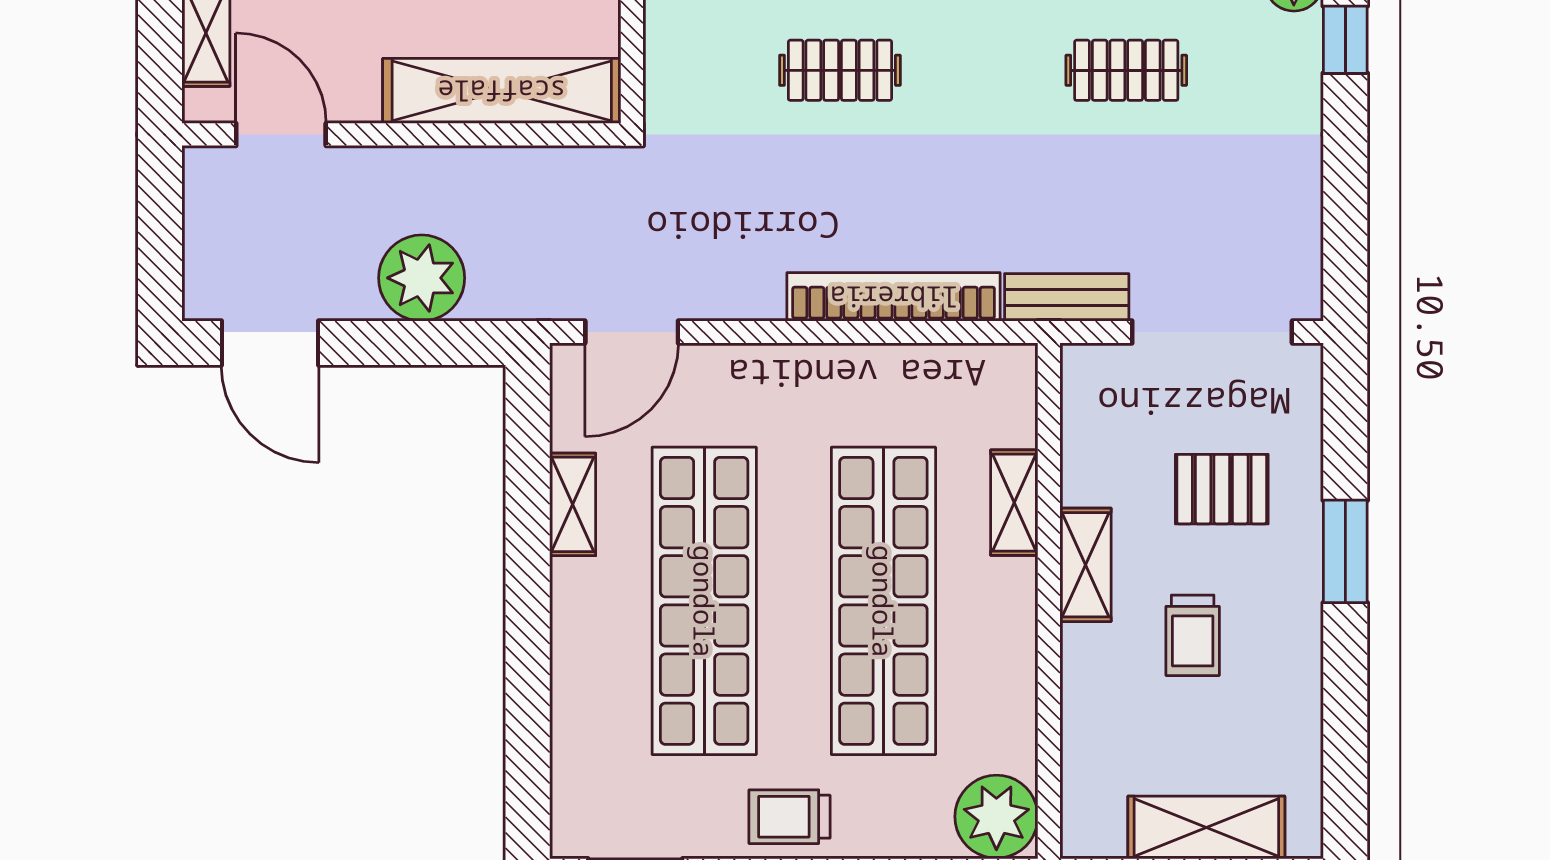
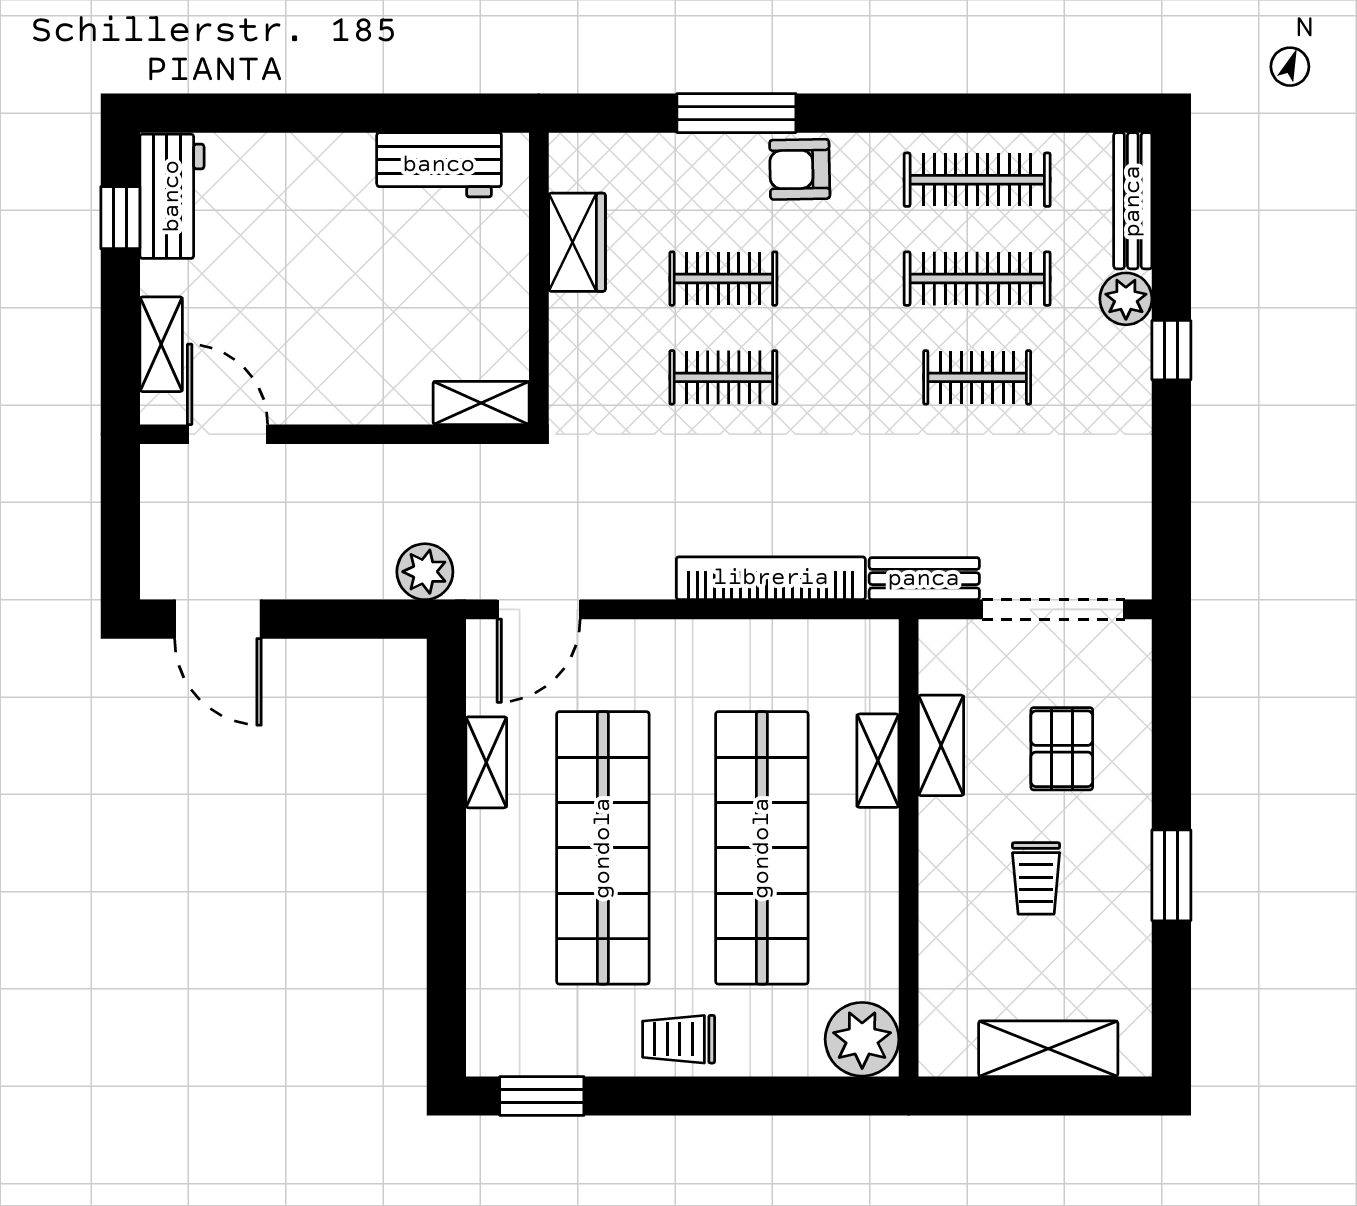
shelving: (502, 91) -> (481, 403), width x0.45, depth x0.75
plant: (422, 278) -> (425, 572), moved, width x0.73, depth x0.73
pallet: (1222, 489) -> (1062, 749), turned 90
window: (1345, 551) -> (1171, 875), moved
shelving: (1085, 565) -> (941, 745), moved

